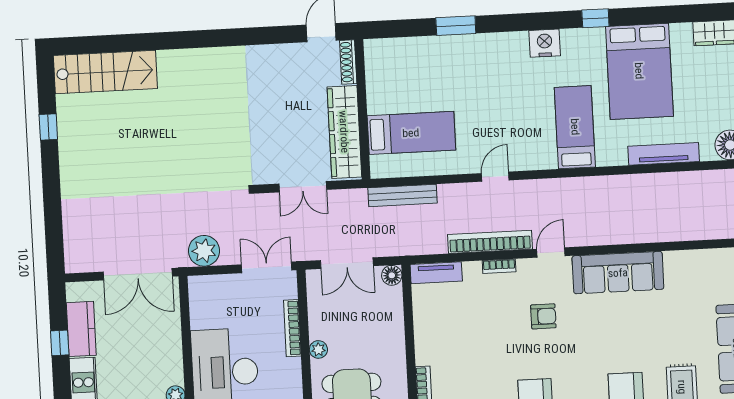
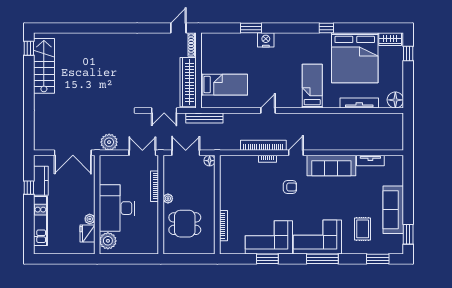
nightstand: (545, 43) -> (266, 40), moved
bed: (639, 71) -> (355, 58), width x1.36
stairs: (105, 72) -> (44, 66), moved, turned -90
window: (48, 127) -> (29, 48), moved
bench: (403, 195) -> (204, 118), moved
double door: (347, 263) -> (186, 153), swing flipped
tv unit: (436, 273) -> (370, 160), moved

